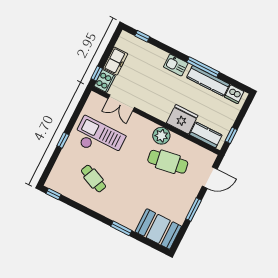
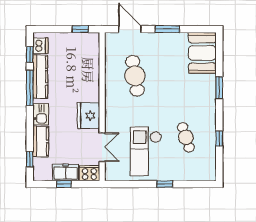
window: (97, 73) -> (64, 184), moved
window: (231, 81) -> (30, 54), added
fridge: (182, 119) -> (88, 116), moved
kitchen counter: (206, 135) -> (41, 141), moved, turned 180
plant: (161, 136) -> (114, 94), removed
cafe table: (93, 179) -> (186, 137), turned -42
window: (53, 194) -> (219, 139), moved

